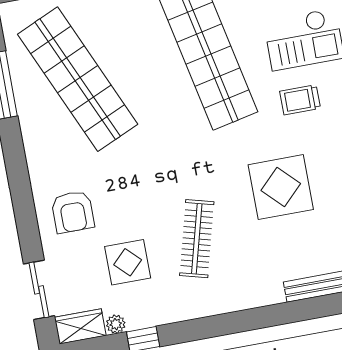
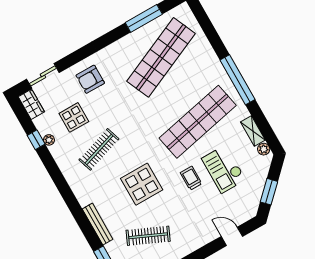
clothes rail: (197, 239) -> (99, 149), turned -33
plant: (116, 324) -> (49, 140), moved

